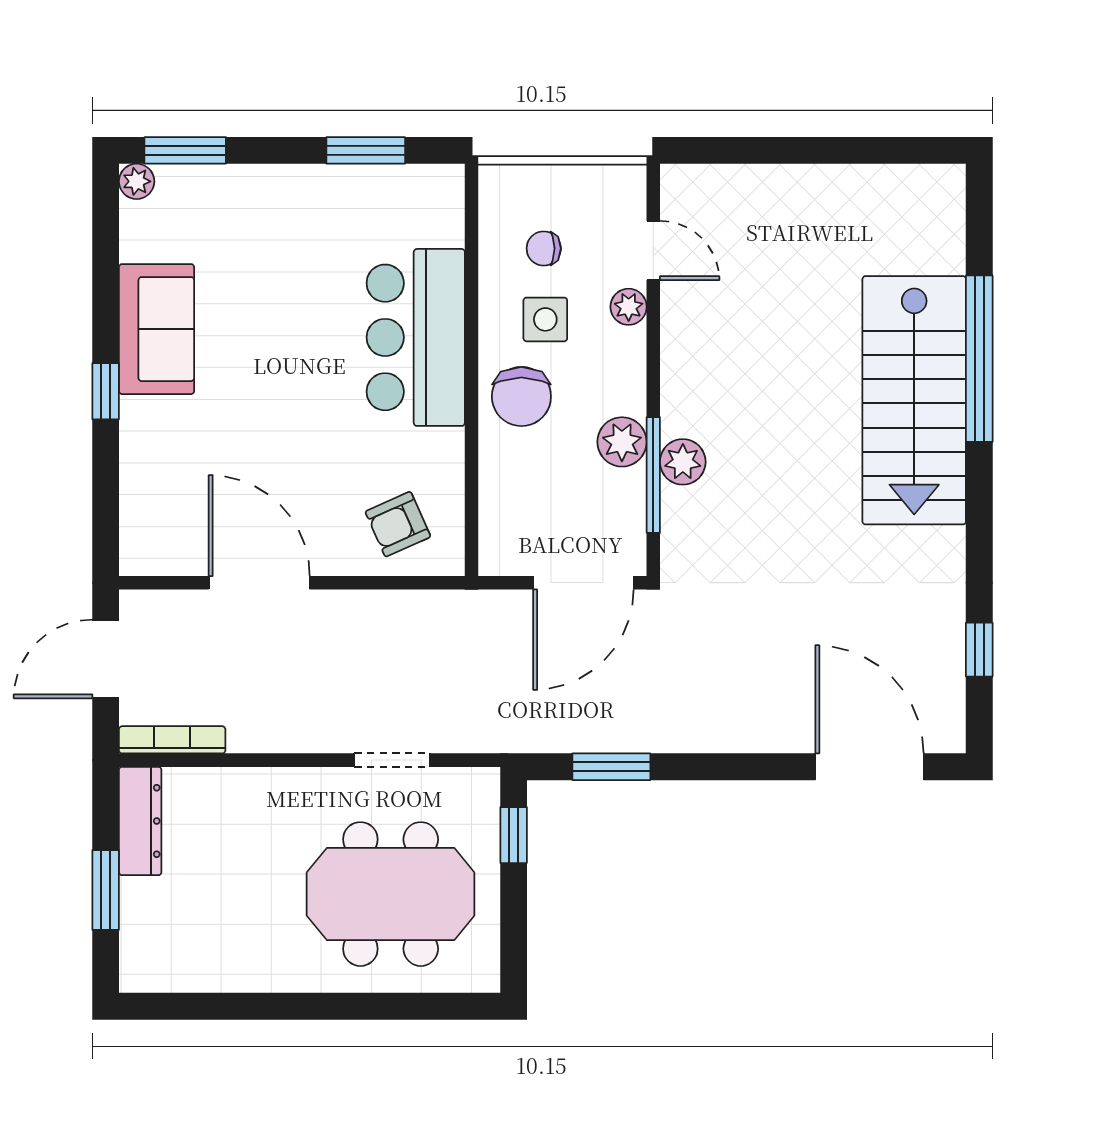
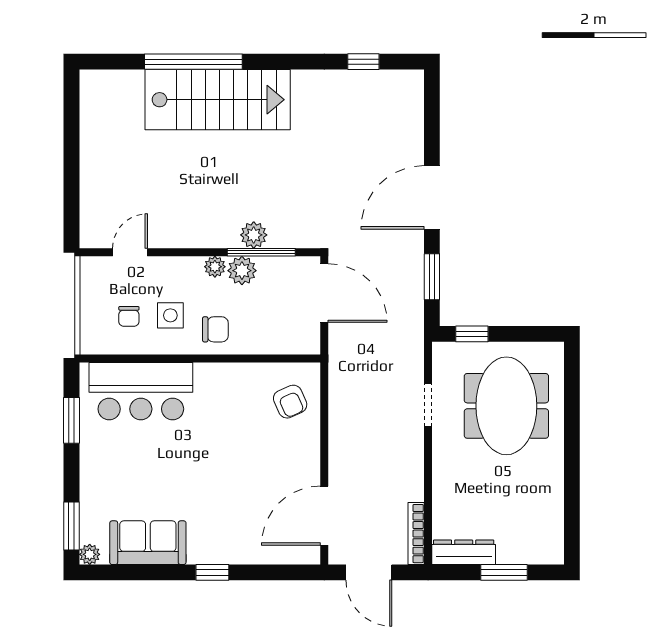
plant: (629, 307) -> (215, 267), moved
sofa: (157, 329) -> (148, 543), moved
bar counter: (416, 337) -> (141, 391), moved
chair: (521, 396) -> (215, 329), width x0.73, depth x0.73
door: (259, 583) -> (324, 516), moved
door: (869, 767) -> (432, 197), moved

